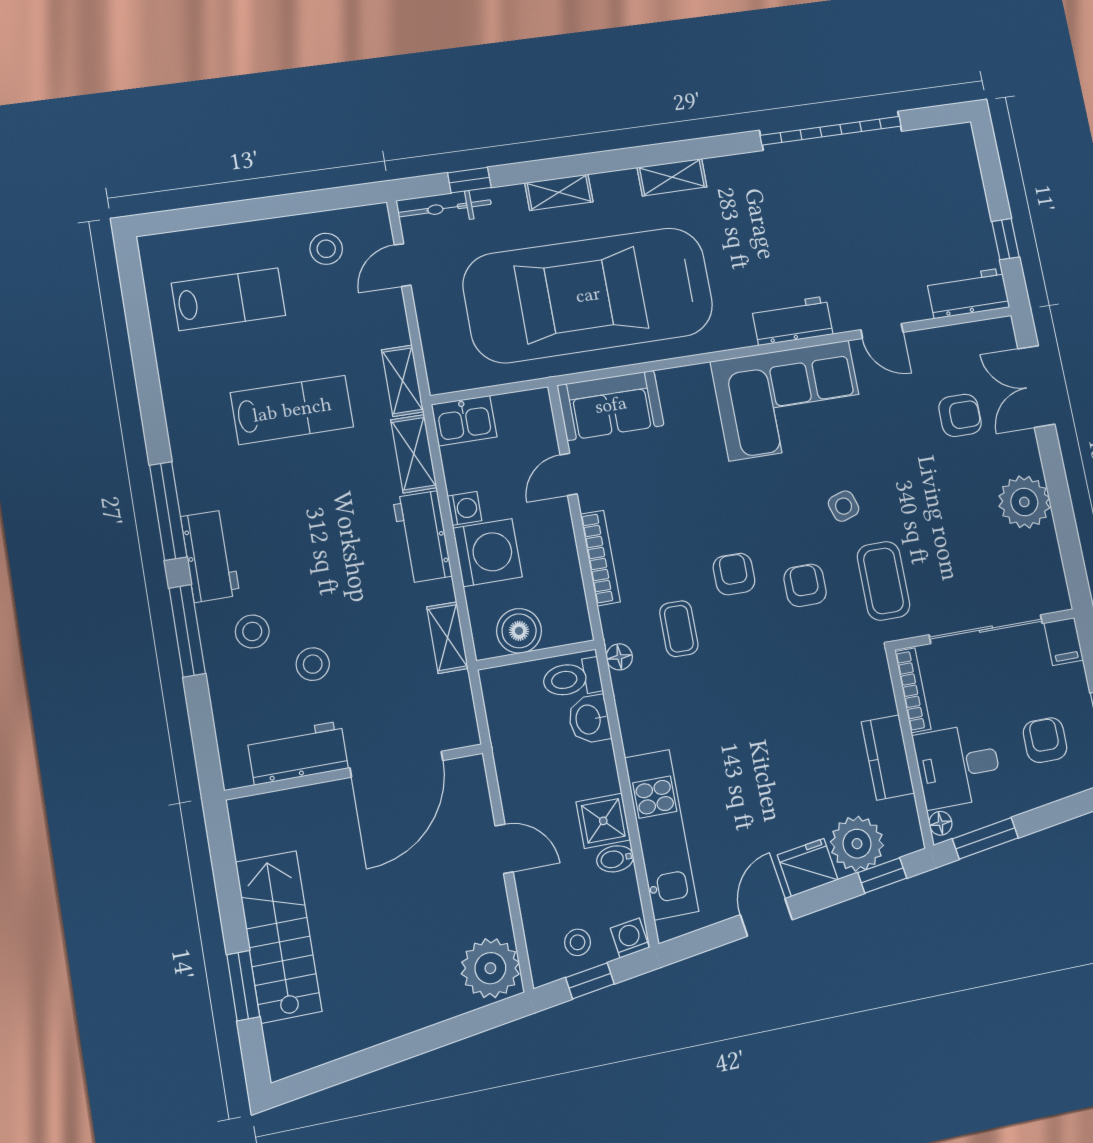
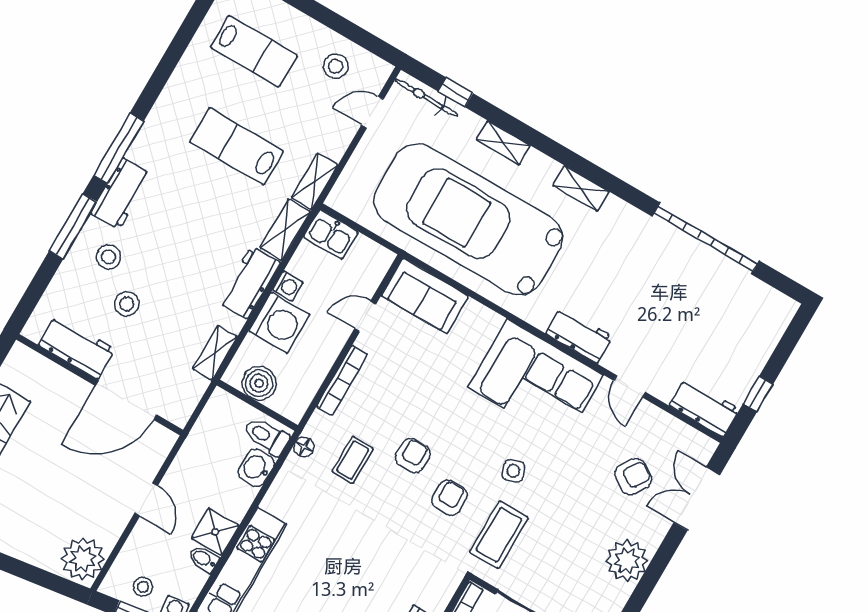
lab bench: (292, 410) -> (237, 147), turned 180
armchair: (960, 415) -> (633, 477), turned -57

